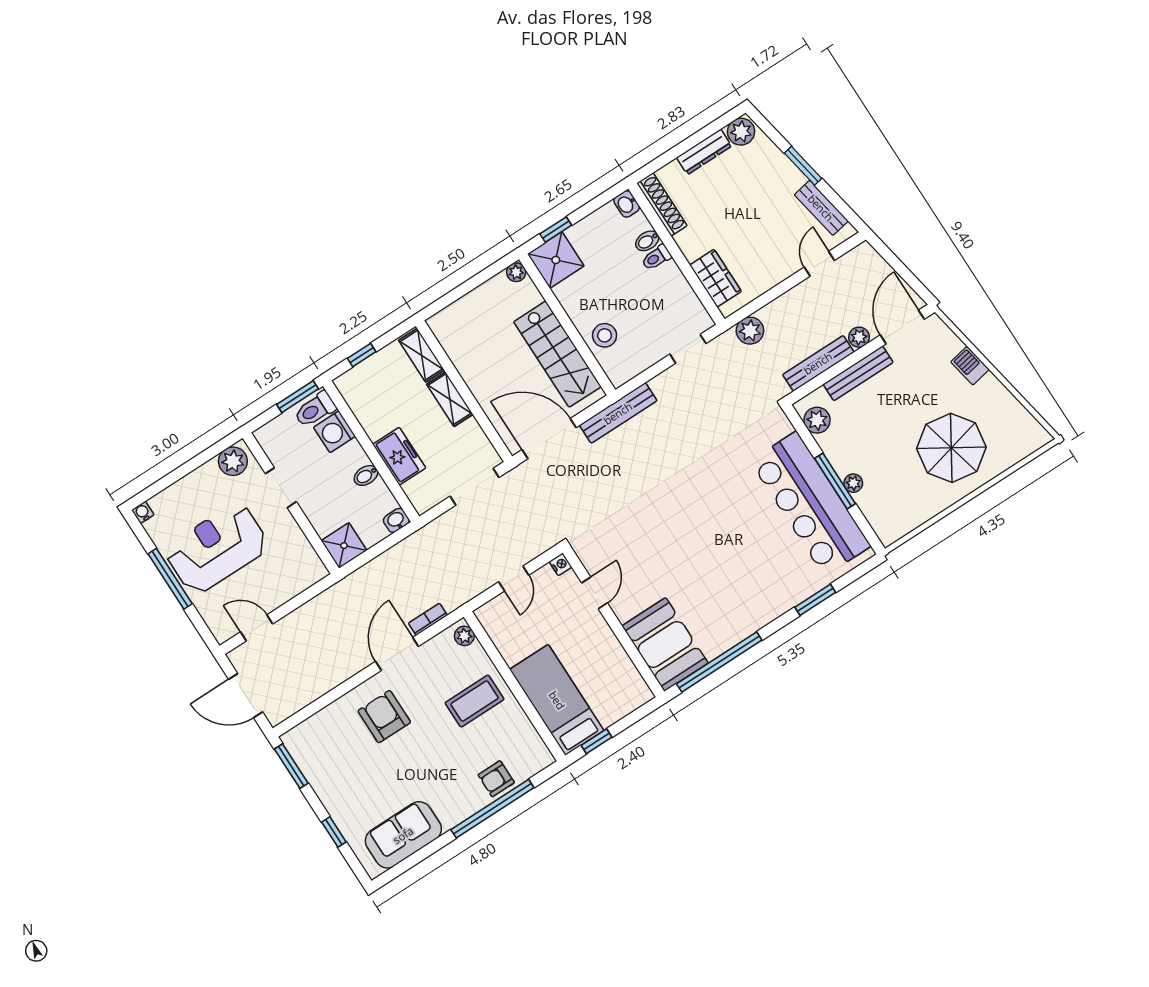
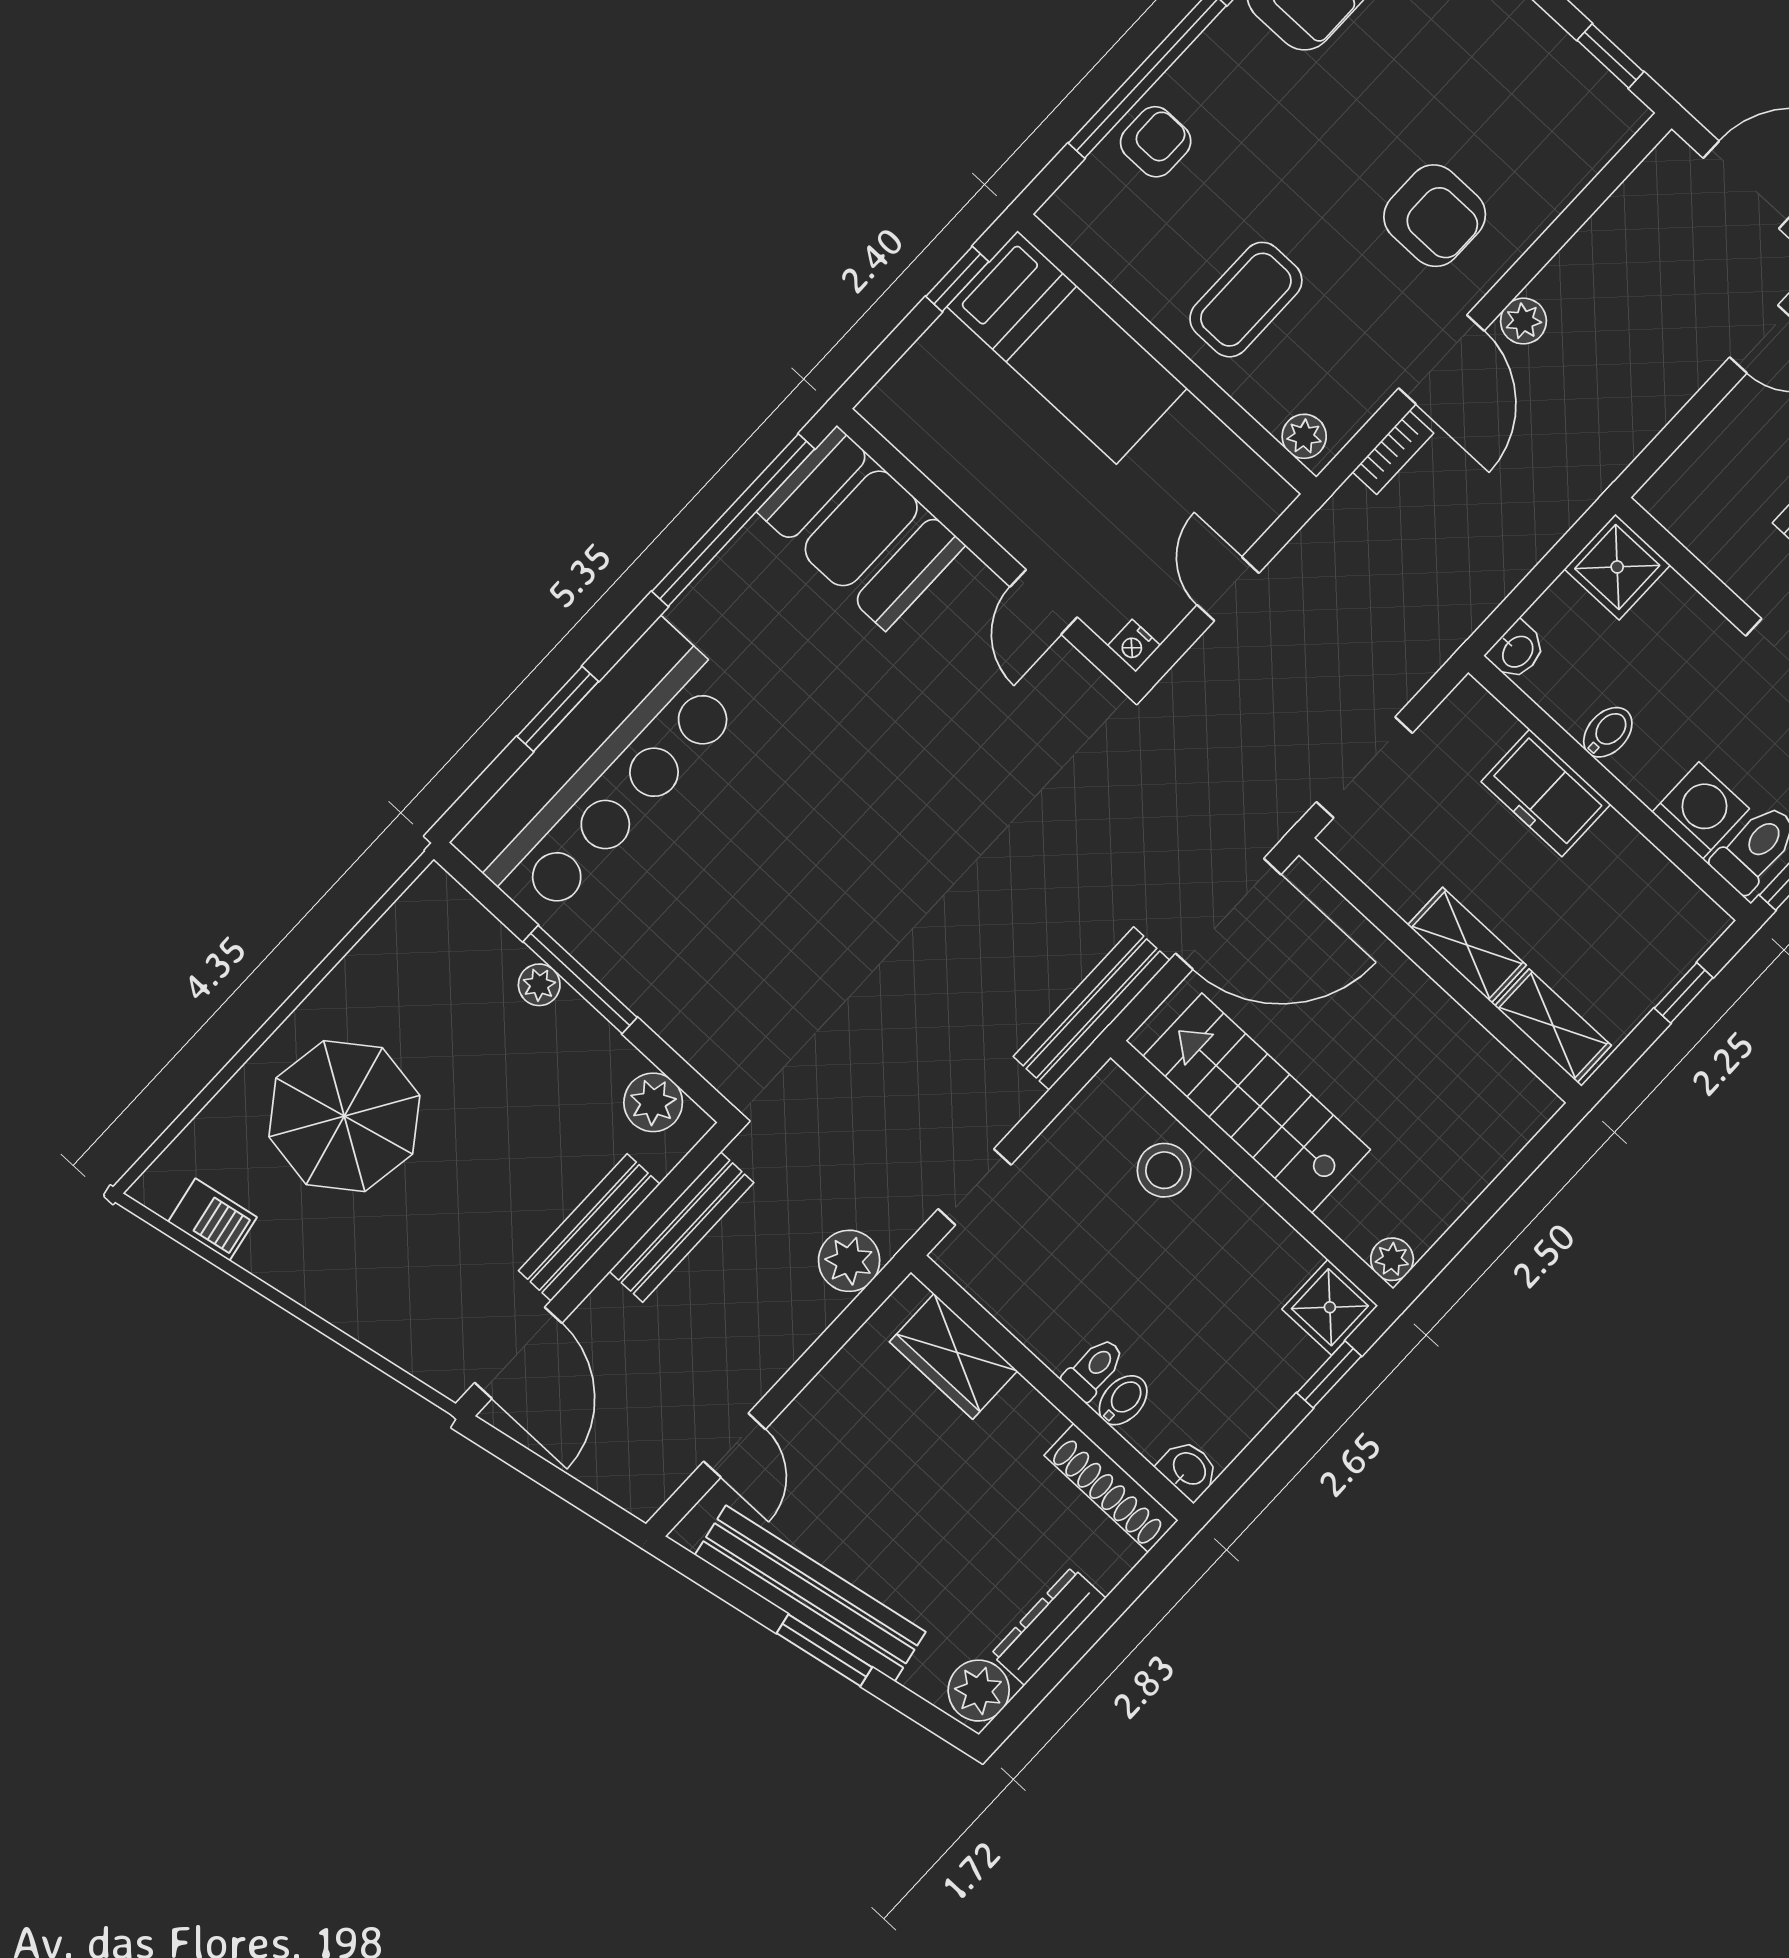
bench: (821, 208) -> (810, 1593), width x1.86, depth x1.21
shower: (556, 260) -> (1330, 1307), width x0.73, depth x0.73
plant: (859, 337) -> (1523, 321), moved
barbecue: (970, 366) -> (212, 1219), moved
bar counter: (810, 504) -> (601, 772), moved, turned 90
window: (291, 766) -> (1610, 56), width x0.67

